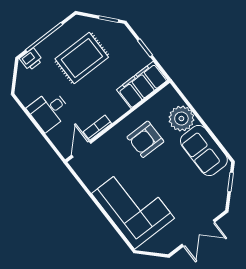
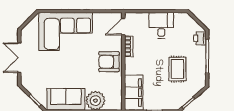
rug: (82, 58) -> (177, 69), width x0.73, depth x0.70
armchair: (145, 139) -> (109, 62), moved, turned -90
door: (81, 149) -> (123, 27), swing flipped

